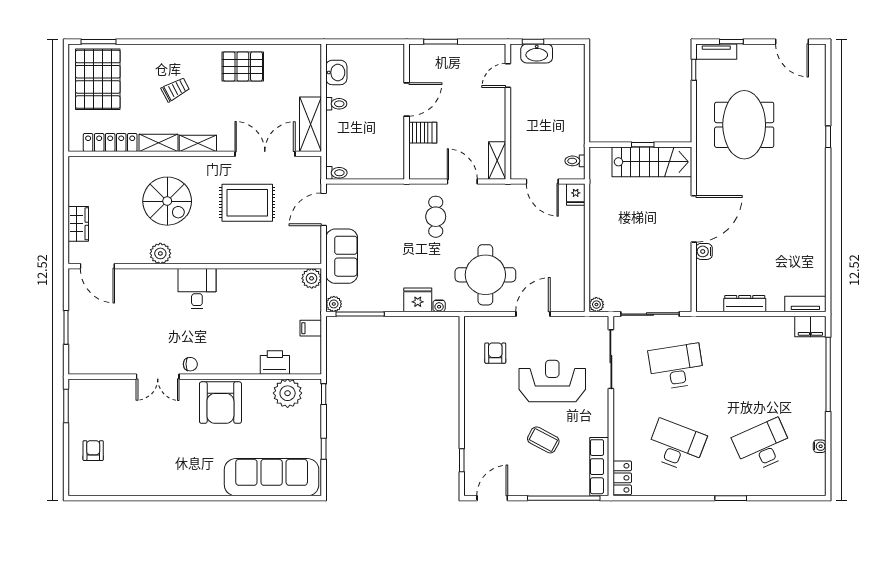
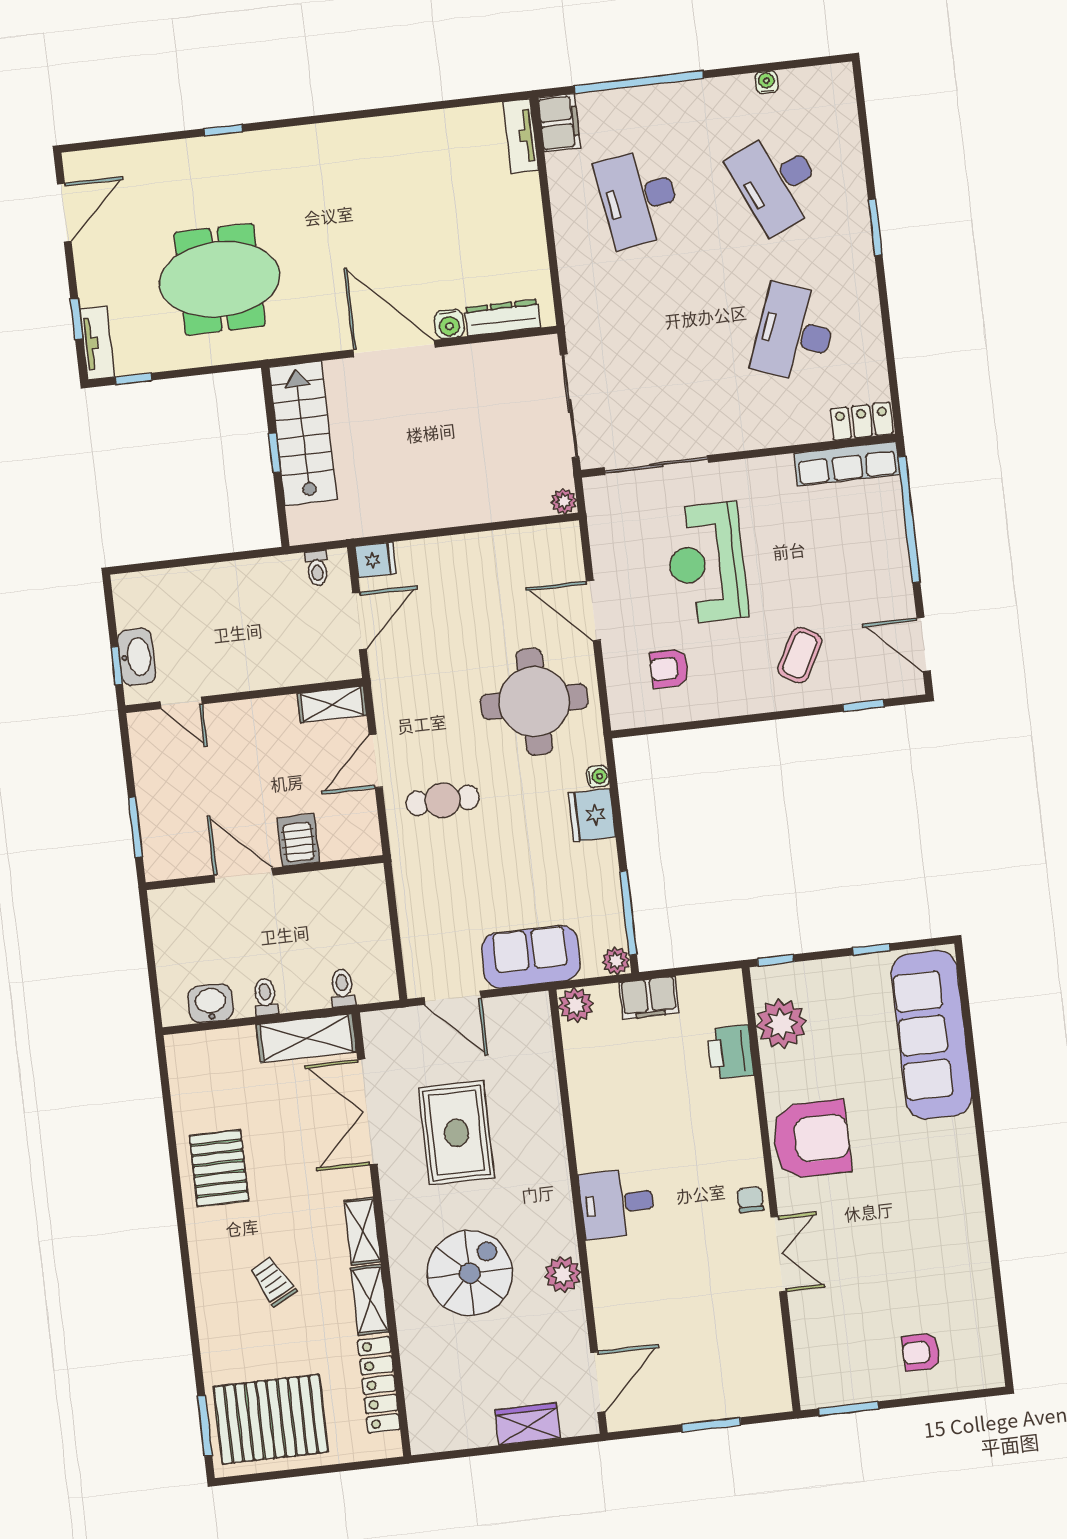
toilet: (336, 173) -> (342, 988), moved
dresser: (745, 304) -> (502, 318), moved, turned 90
filing cabinet: (311, 328) -> (649, 998), width x2.00
desk: (676, 367) -> (639, 198), moved
coffee table: (543, 440) -> (800, 655), moved

